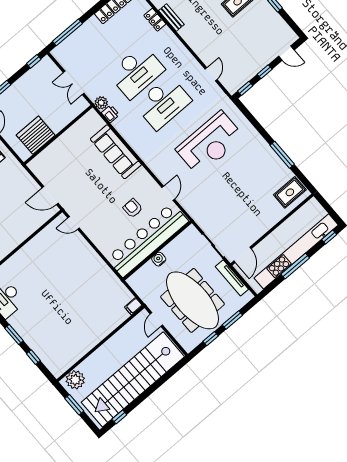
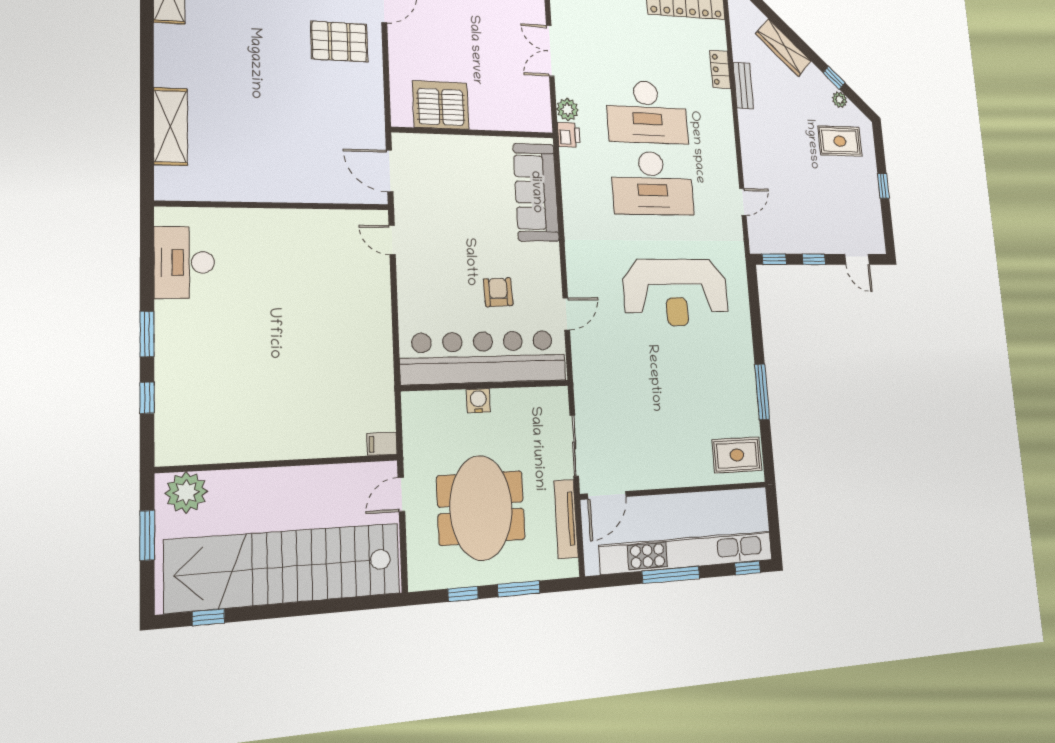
server rack: (36, 135) -> (441, 105), moved
wall: (58, 135) -> (474, 133), moved
meeting table: (193, 300) -> (481, 508), width x0.73

